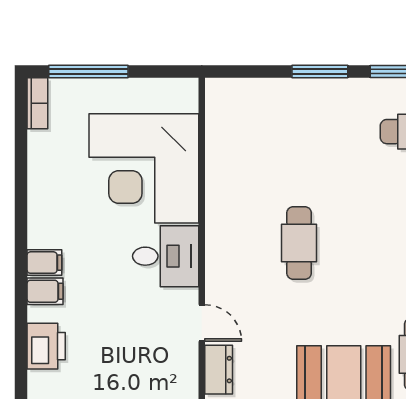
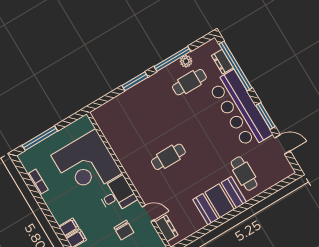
bookcase: (37, 103) -> (38, 182), moved
cafe table: (299, 243) -> (168, 157), turned 90
chair: (140, 327) -> (124, 230), added

